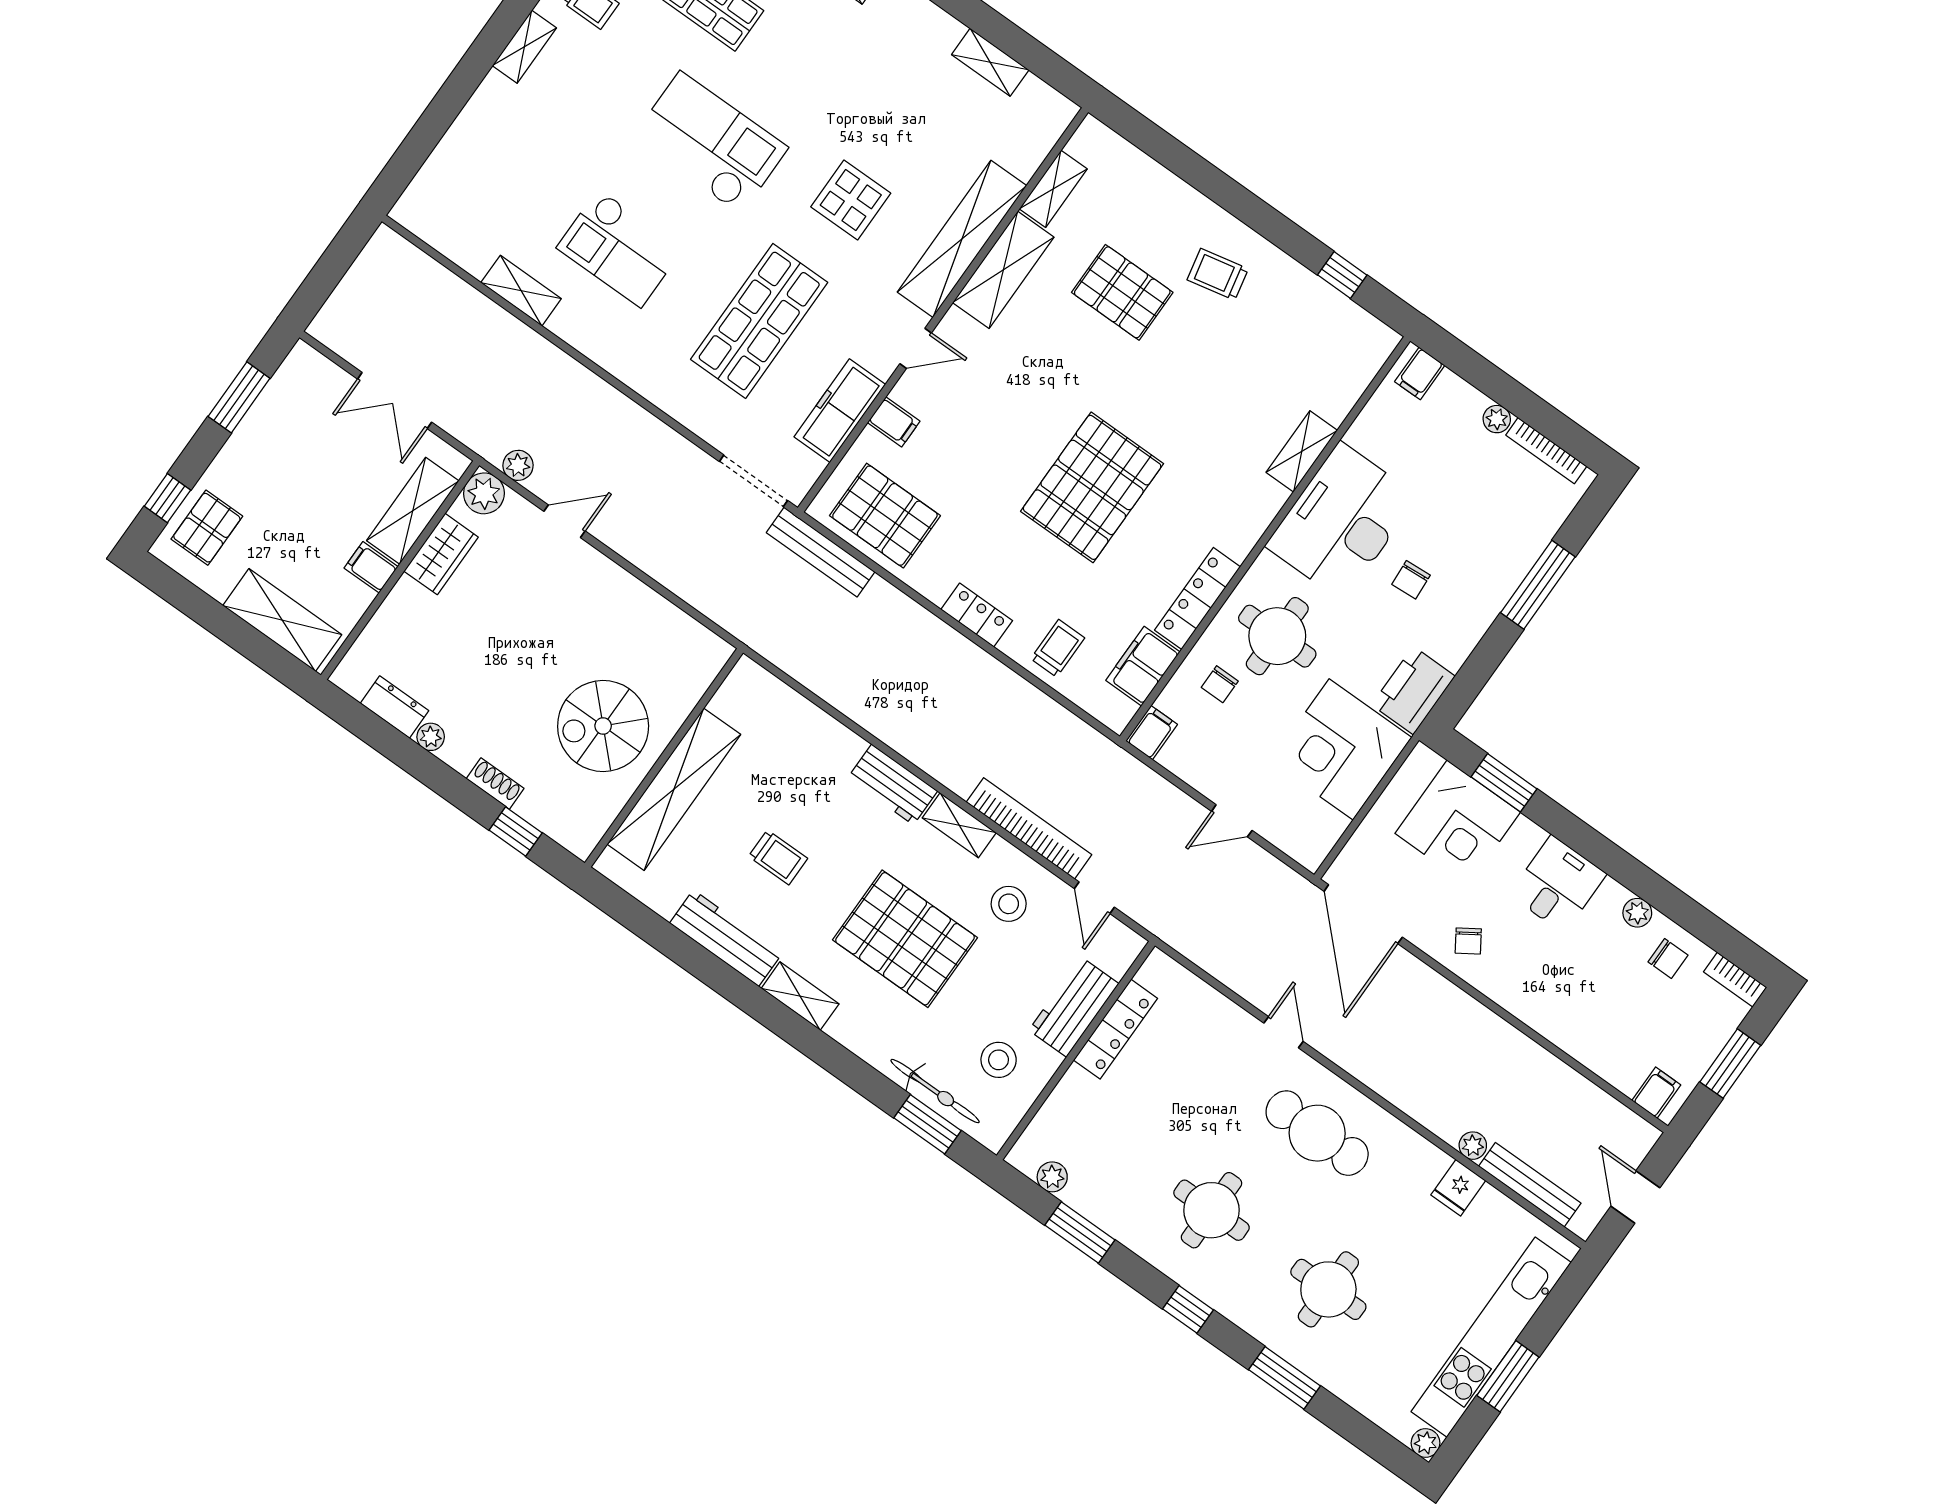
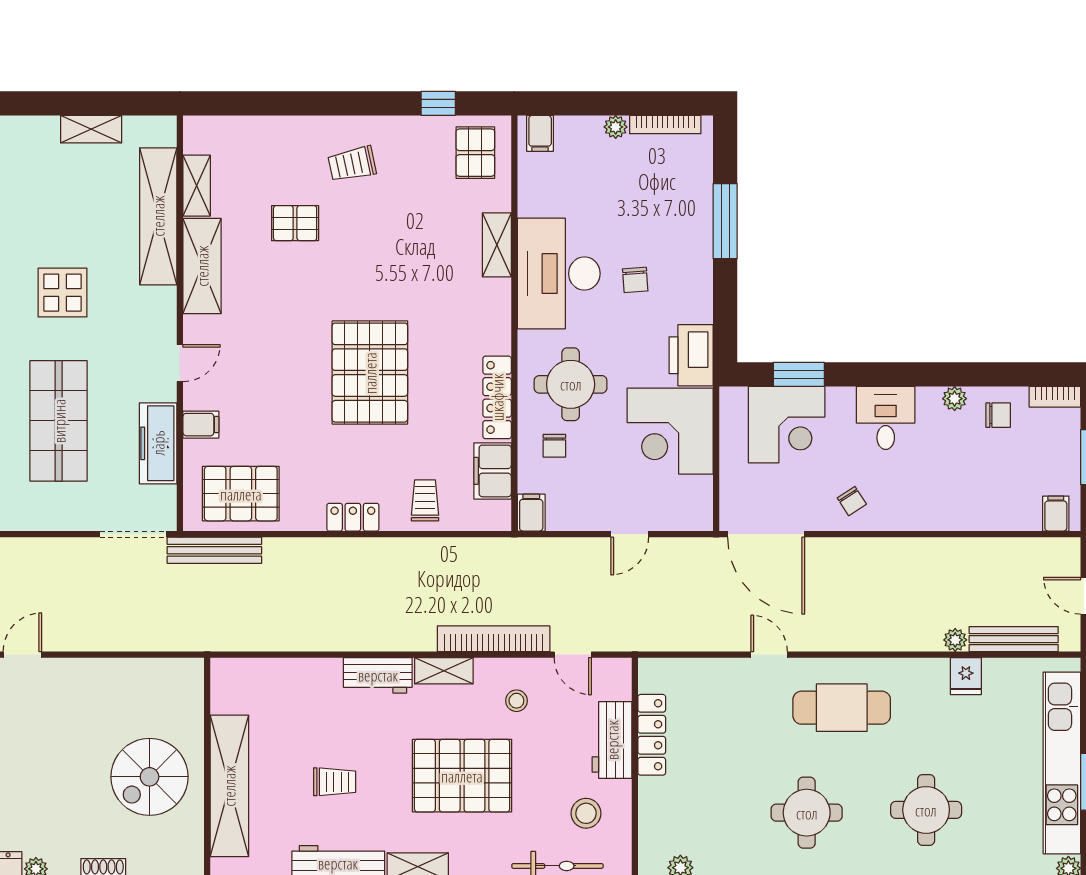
shelving: (962, 239) -> (158, 216), moved
pallet: (1122, 292) -> (295, 223), width x0.67, depth x0.71
pallet: (1344, 348) -> (475, 153), added
stool: (1009, 904) -> (516, 701), width x0.73, depth x0.73

